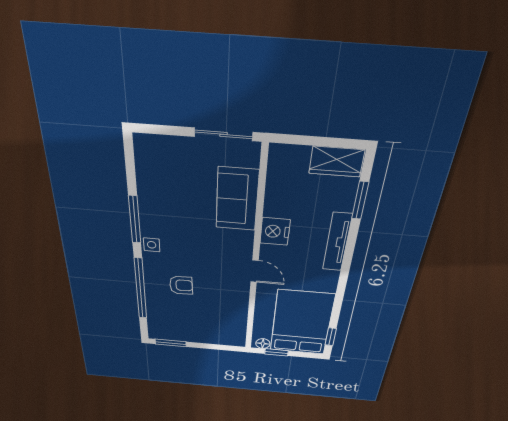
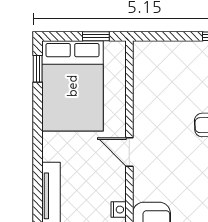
nightstand: (275, 231) -> (119, 210), width x0.53, depth x0.56
floor lamp: (263, 344) -> (113, 49), removed

